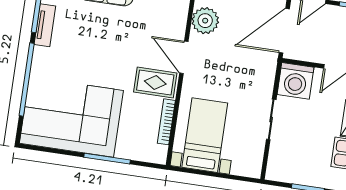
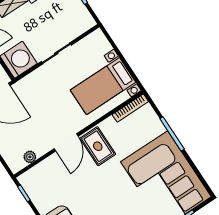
plant: (205, 21) -> (30, 157), width x0.53, depth x0.53
bookcase: (166, 122) -> (130, 108), moved

